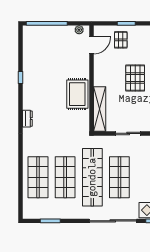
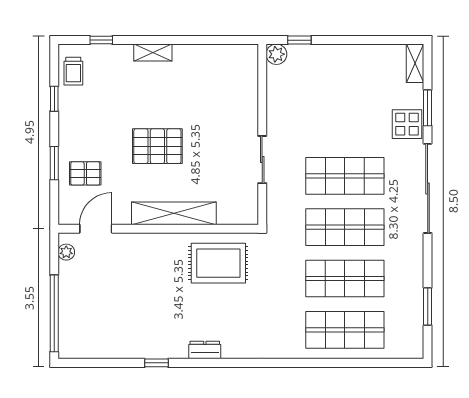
door: (91, 45) -> (96, 229), hinge flipped
rug: (77, 94) -> (218, 263), moved
shelving: (100, 109) -> (174, 213), moved
dresser: (27, 119) -> (205, 350), moved
shop shelf: (92, 177) -> (345, 227), width x0.71

